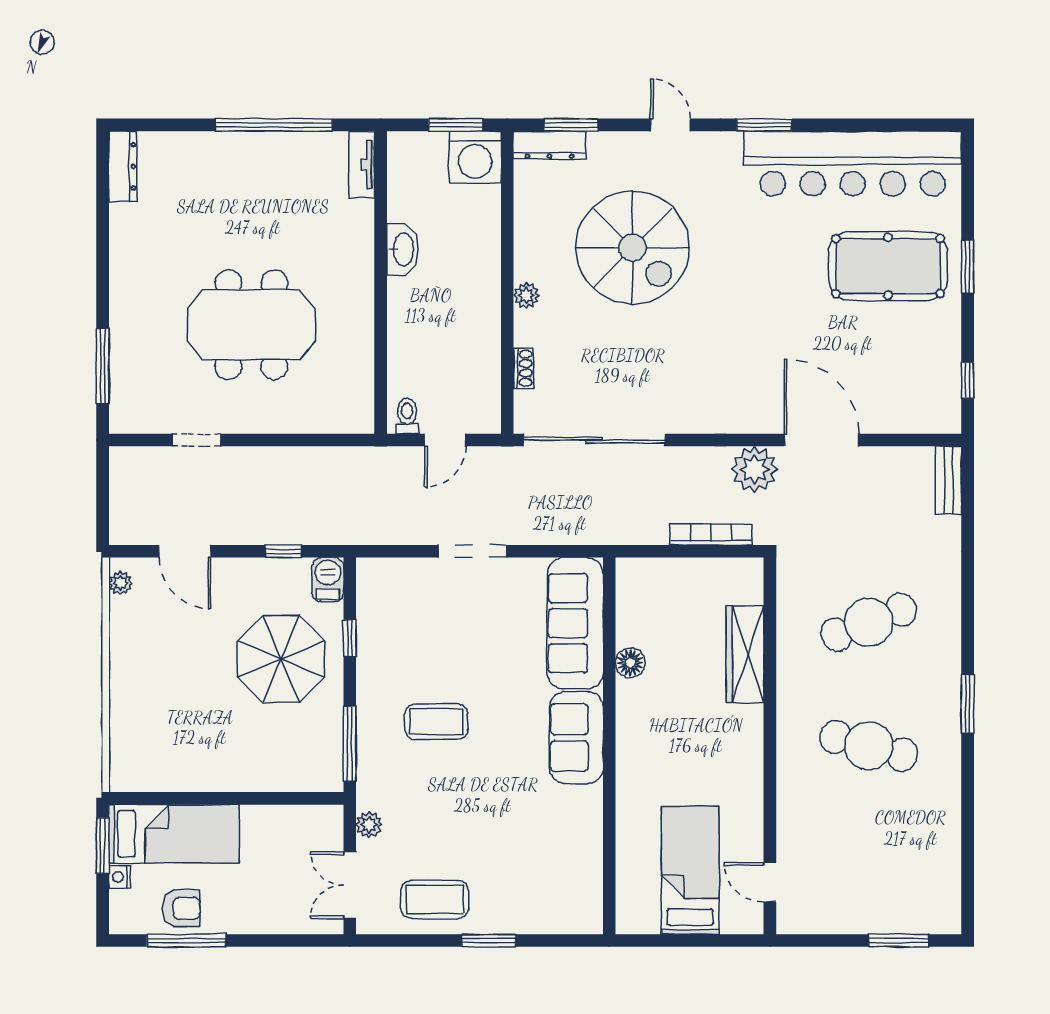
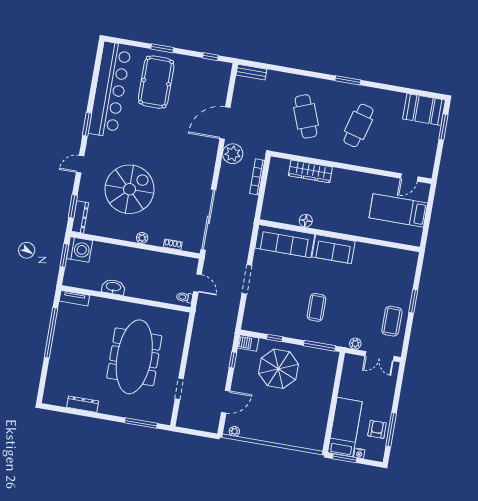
dresser: (123, 166) -> (83, 404), moved
meeting table: (251, 325) -> (134, 357), width x1.36
booth: (931, 889) -> (424, 109), added

